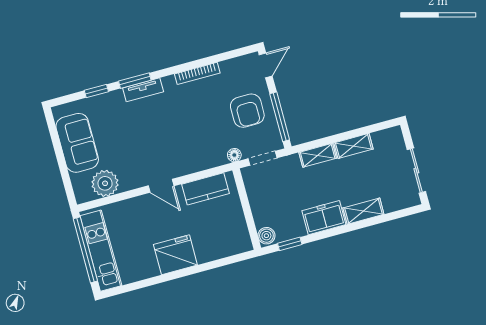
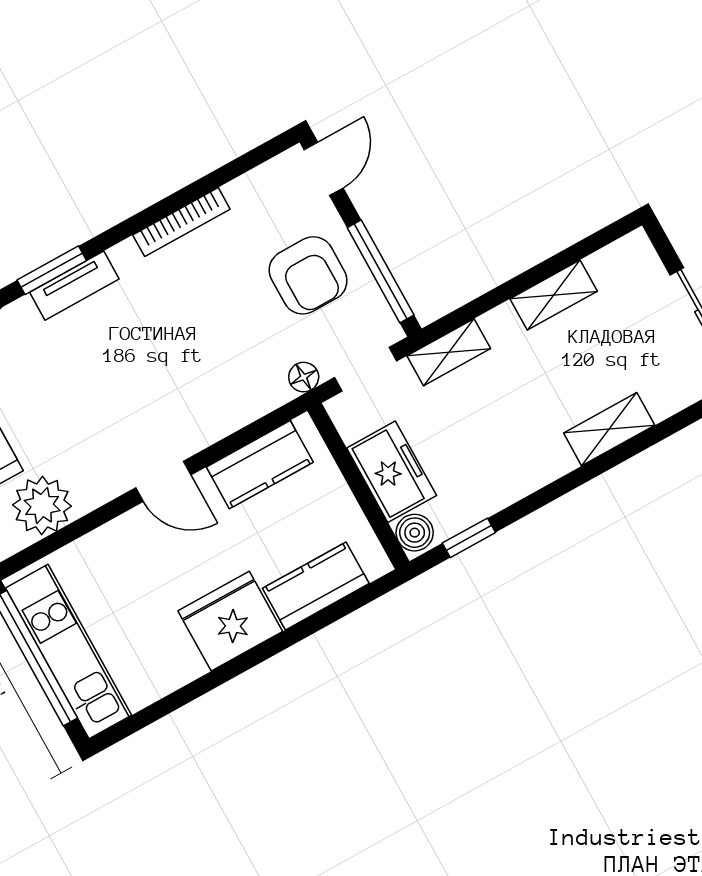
shelving: (318, 155) -> (449, 352), moved
freezer: (324, 218) -> (392, 472), moved, turned 90
kitchen counter: (217, 248) -> (316, 586), added

